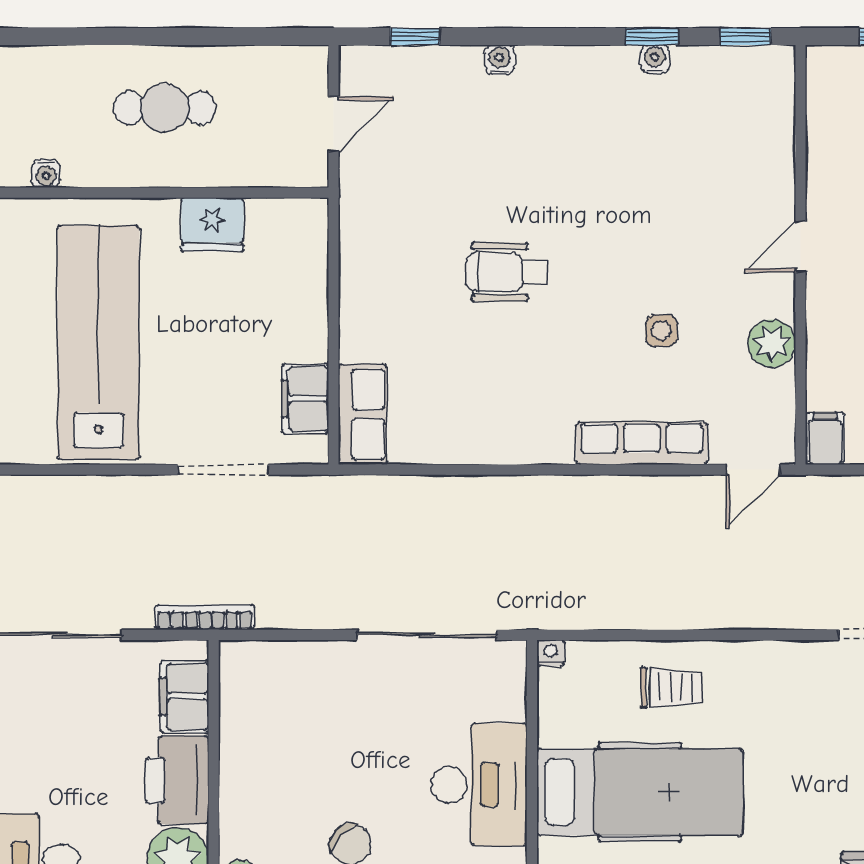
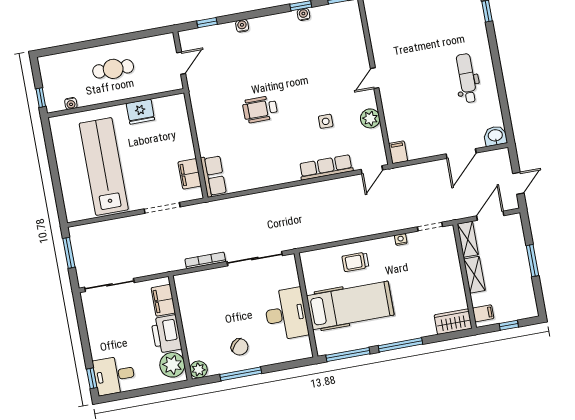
bookcase: (205, 617) -> (205, 260), moved
nightstand: (551, 653) -> (401, 239), moved
trolley: (672, 688) -> (355, 262), turned 180

